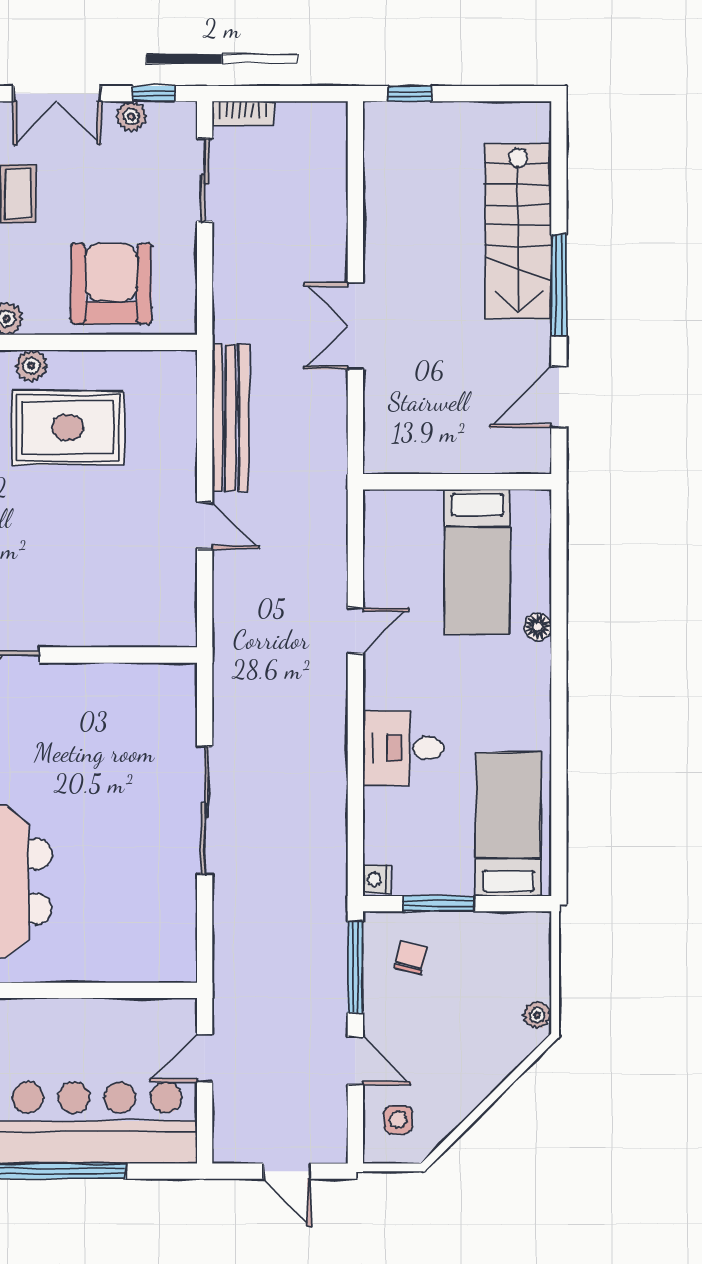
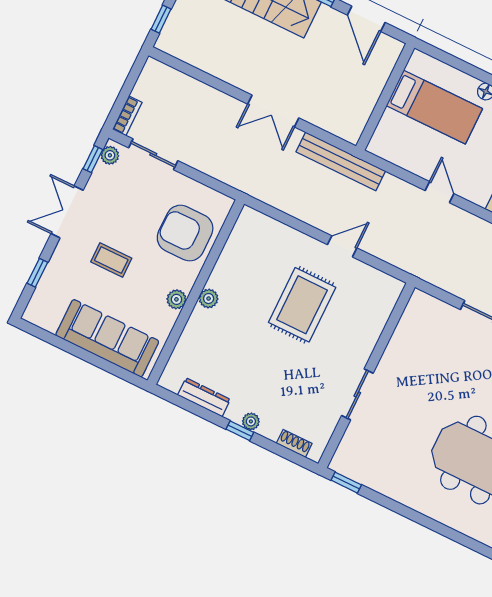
double door: (57, 94) -> (67, 212), swing flipped
plant: (131, 116) -> (110, 155), moved
bench: (230, 418) -> (341, 161), moved
rug: (68, 428) -> (302, 305), moved

